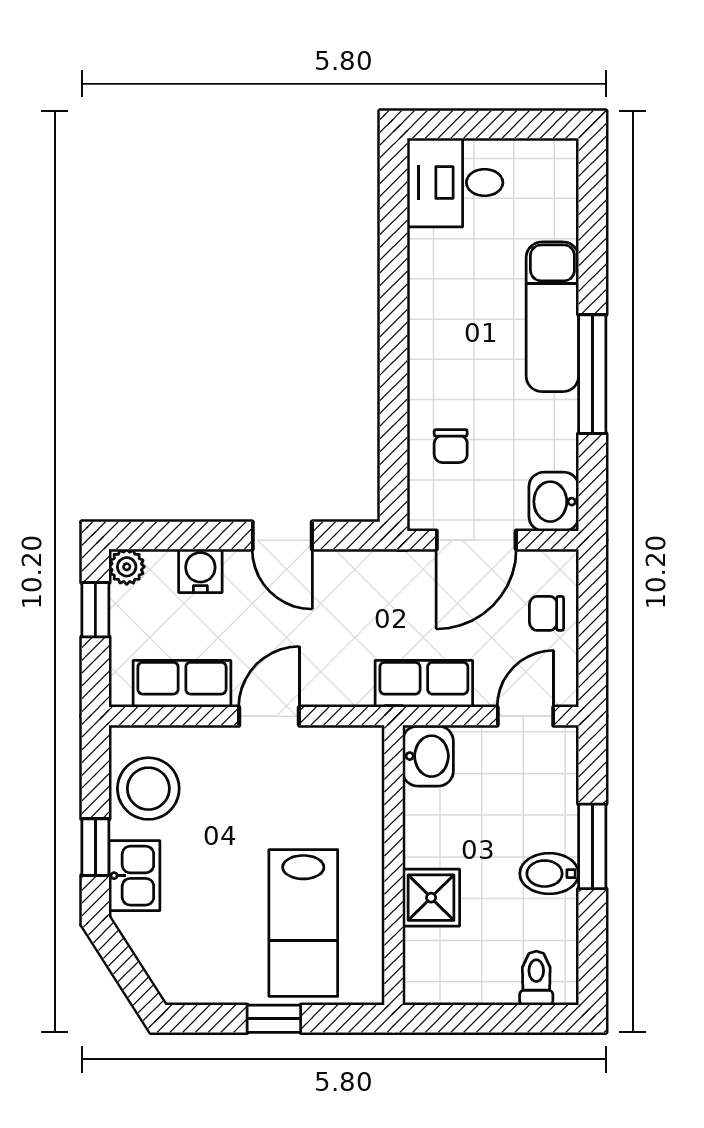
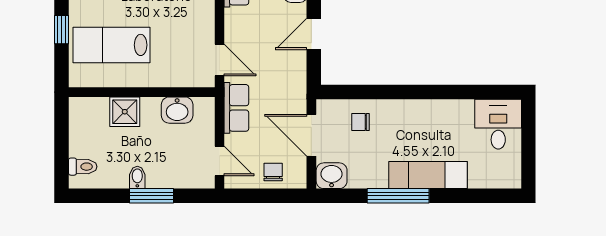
door: (269, 716) -> (219, 60), moved
washbasin: (428, 756) -> (177, 110), moved
bidet: (549, 874) -> (137, 177), width x0.72, depth x0.74

